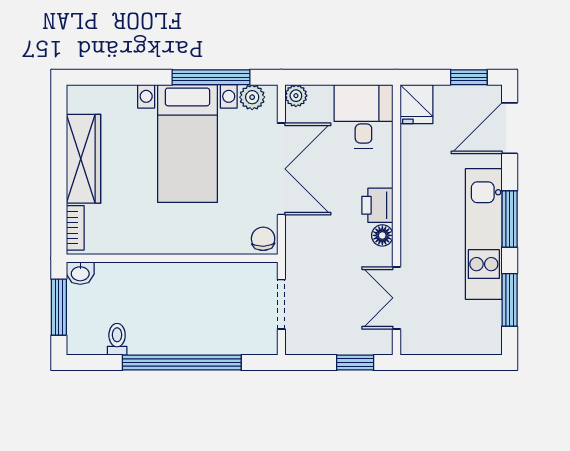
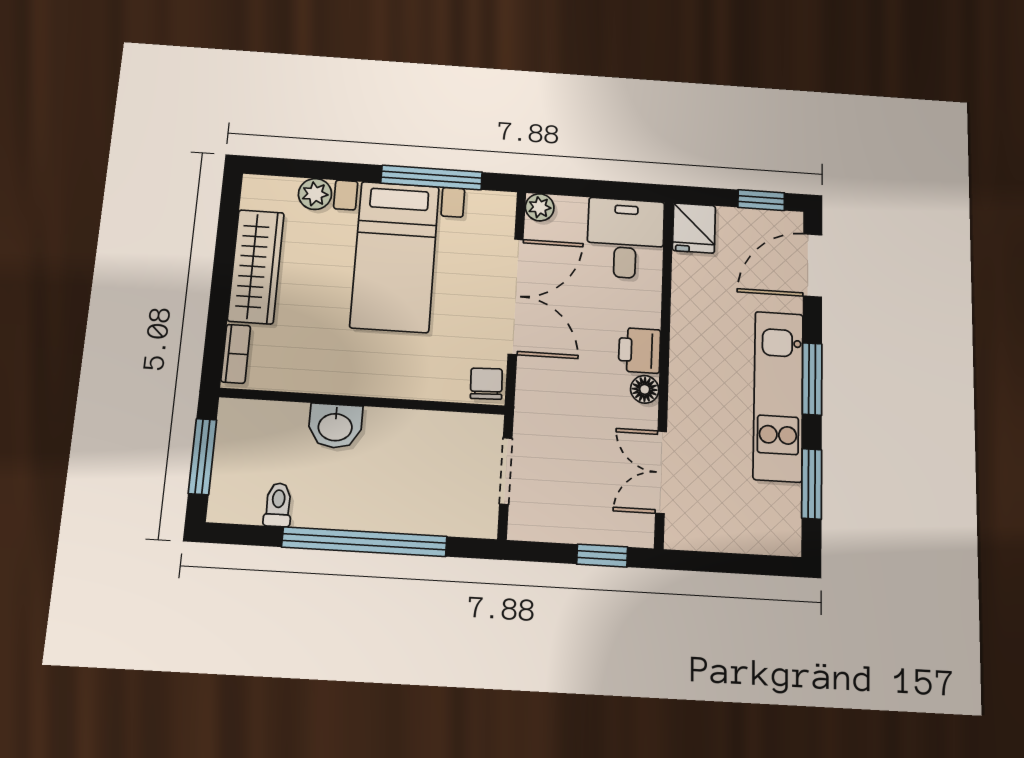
plant: (252, 97) -> (315, 194), moved
washbasin: (80, 273) -> (335, 426), moved, width x1.38, depth x1.45

